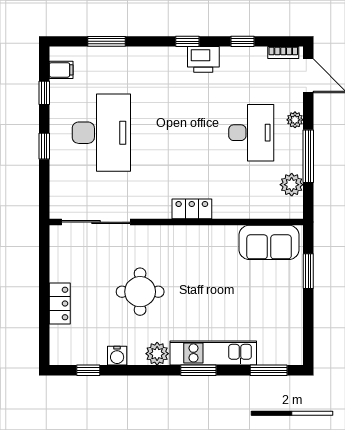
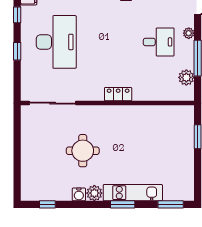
desk: (251, 133) -> (159, 42), width x0.73
sofa: (269, 242) -> (171, 117), removed
locker: (60, 303) -> (28, 159), removed
water cooler: (117, 356) -> (79, 194), moved

